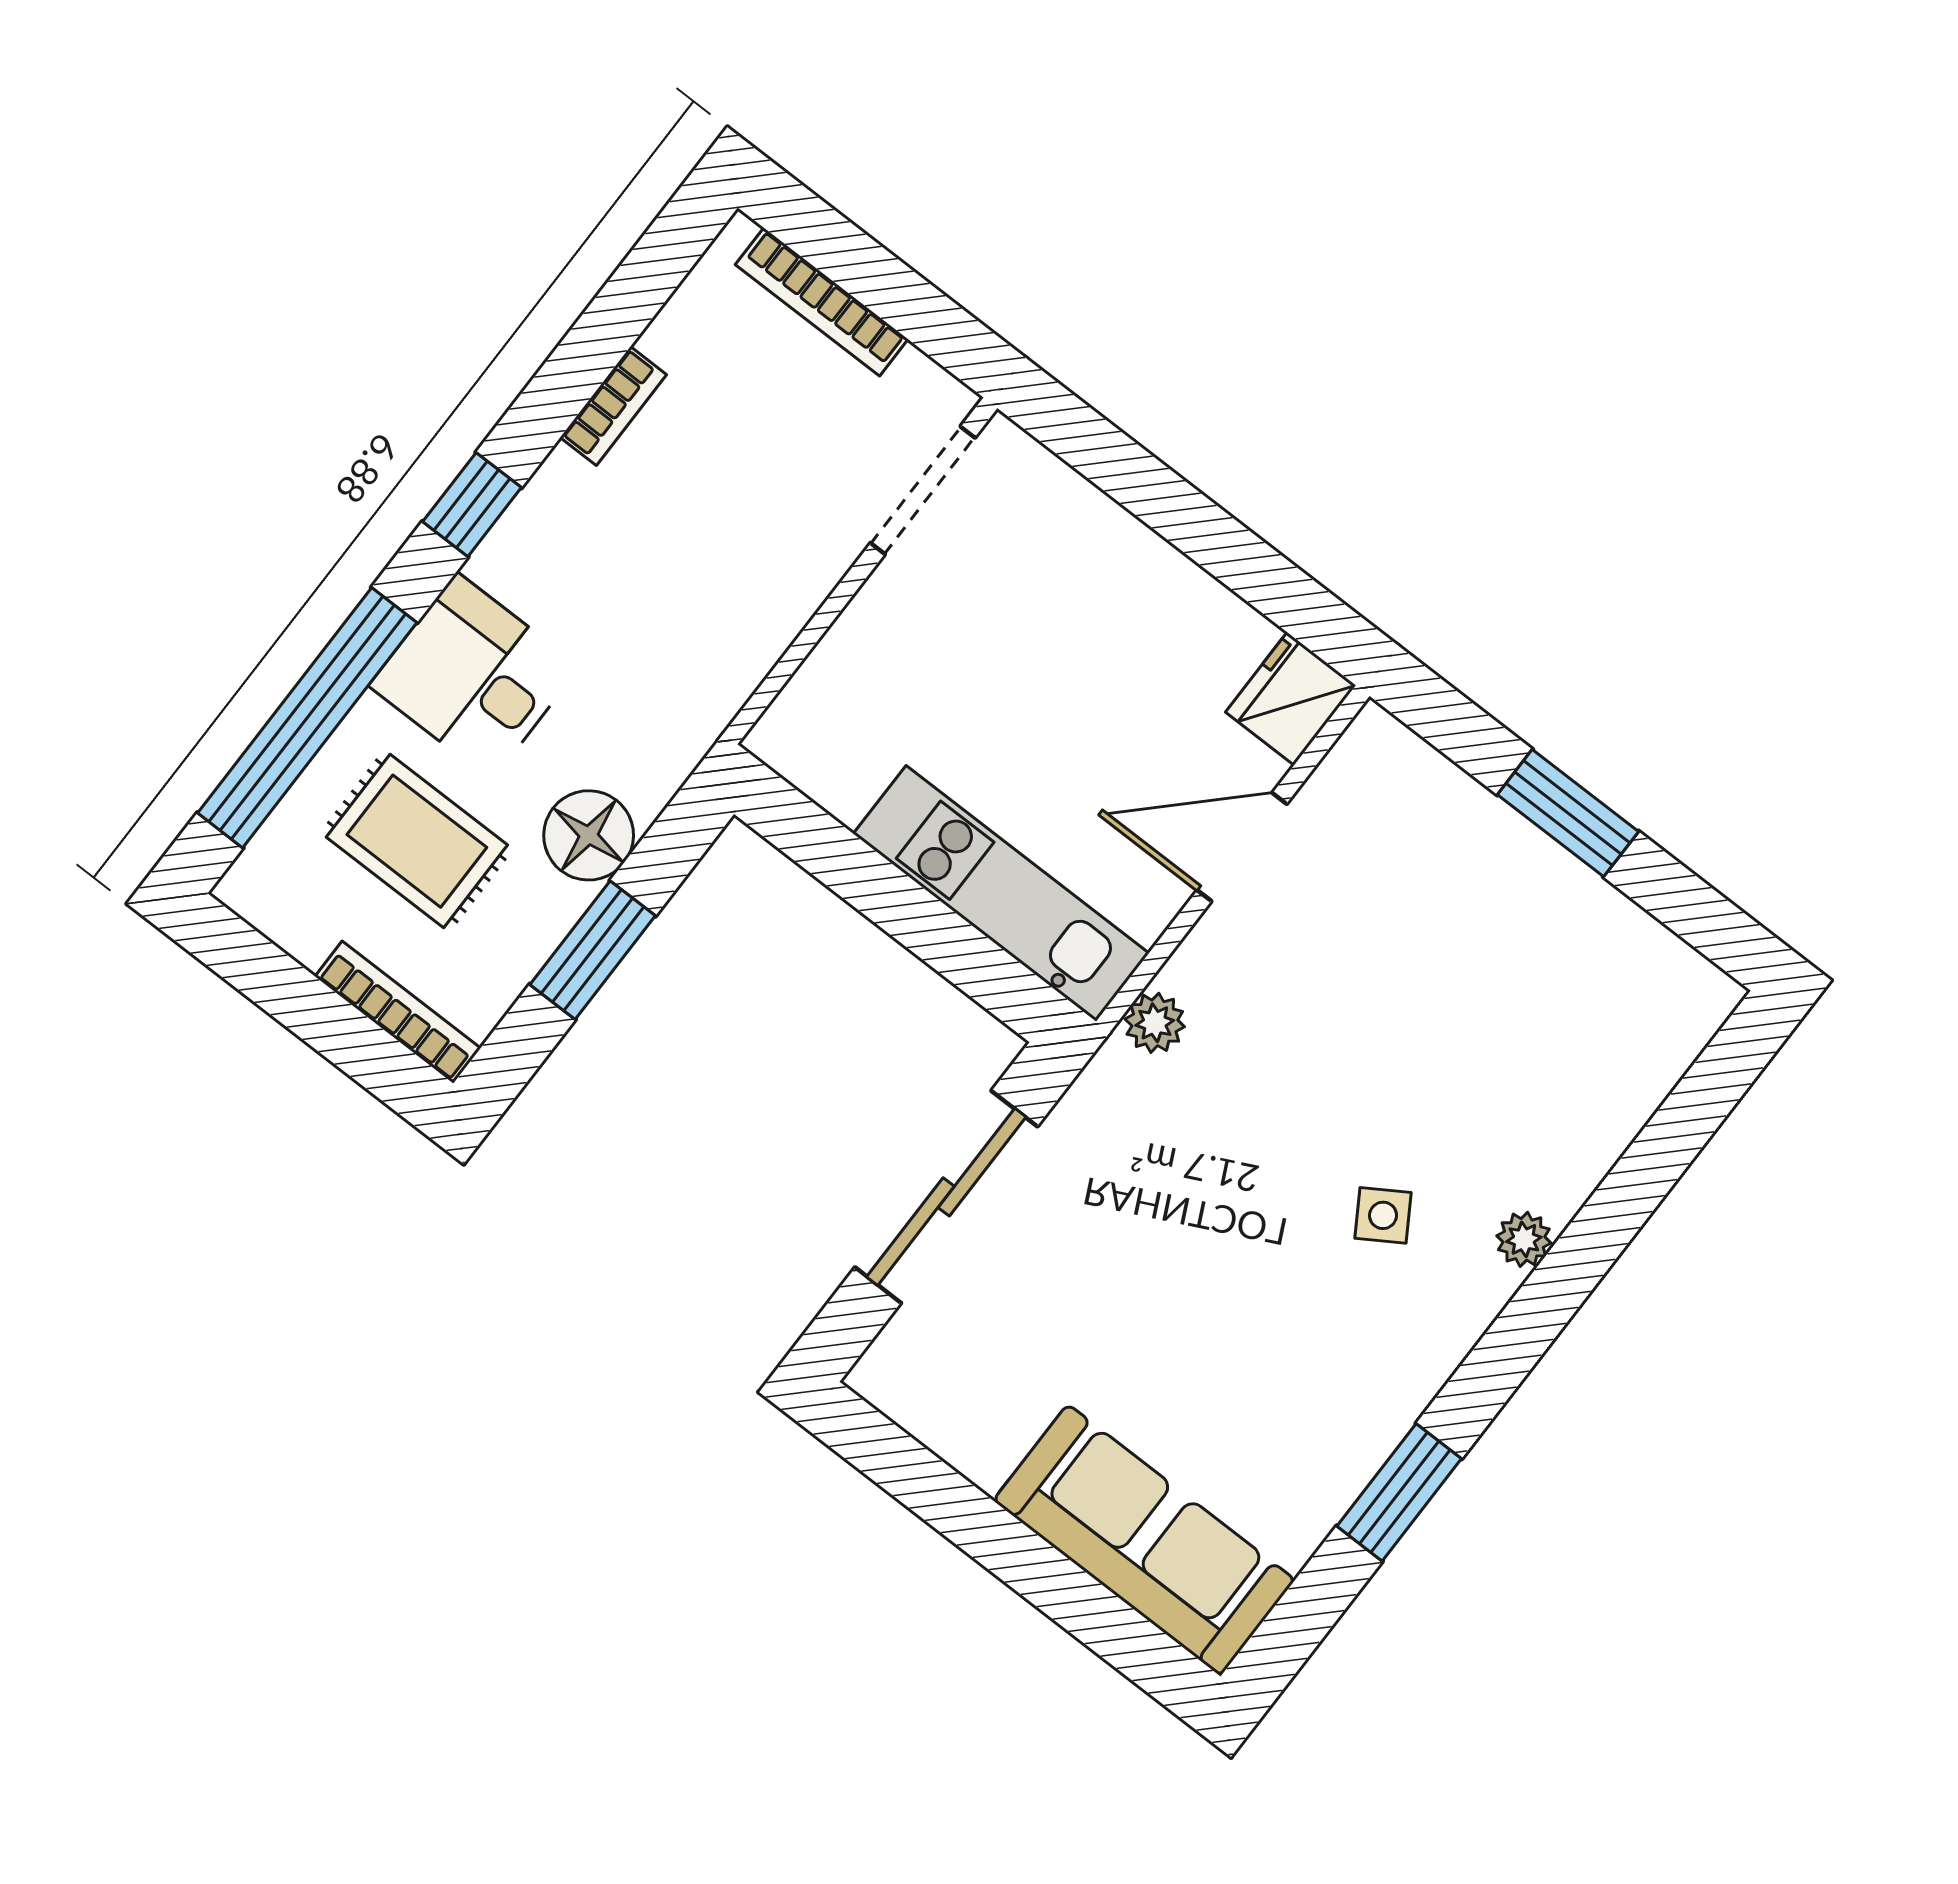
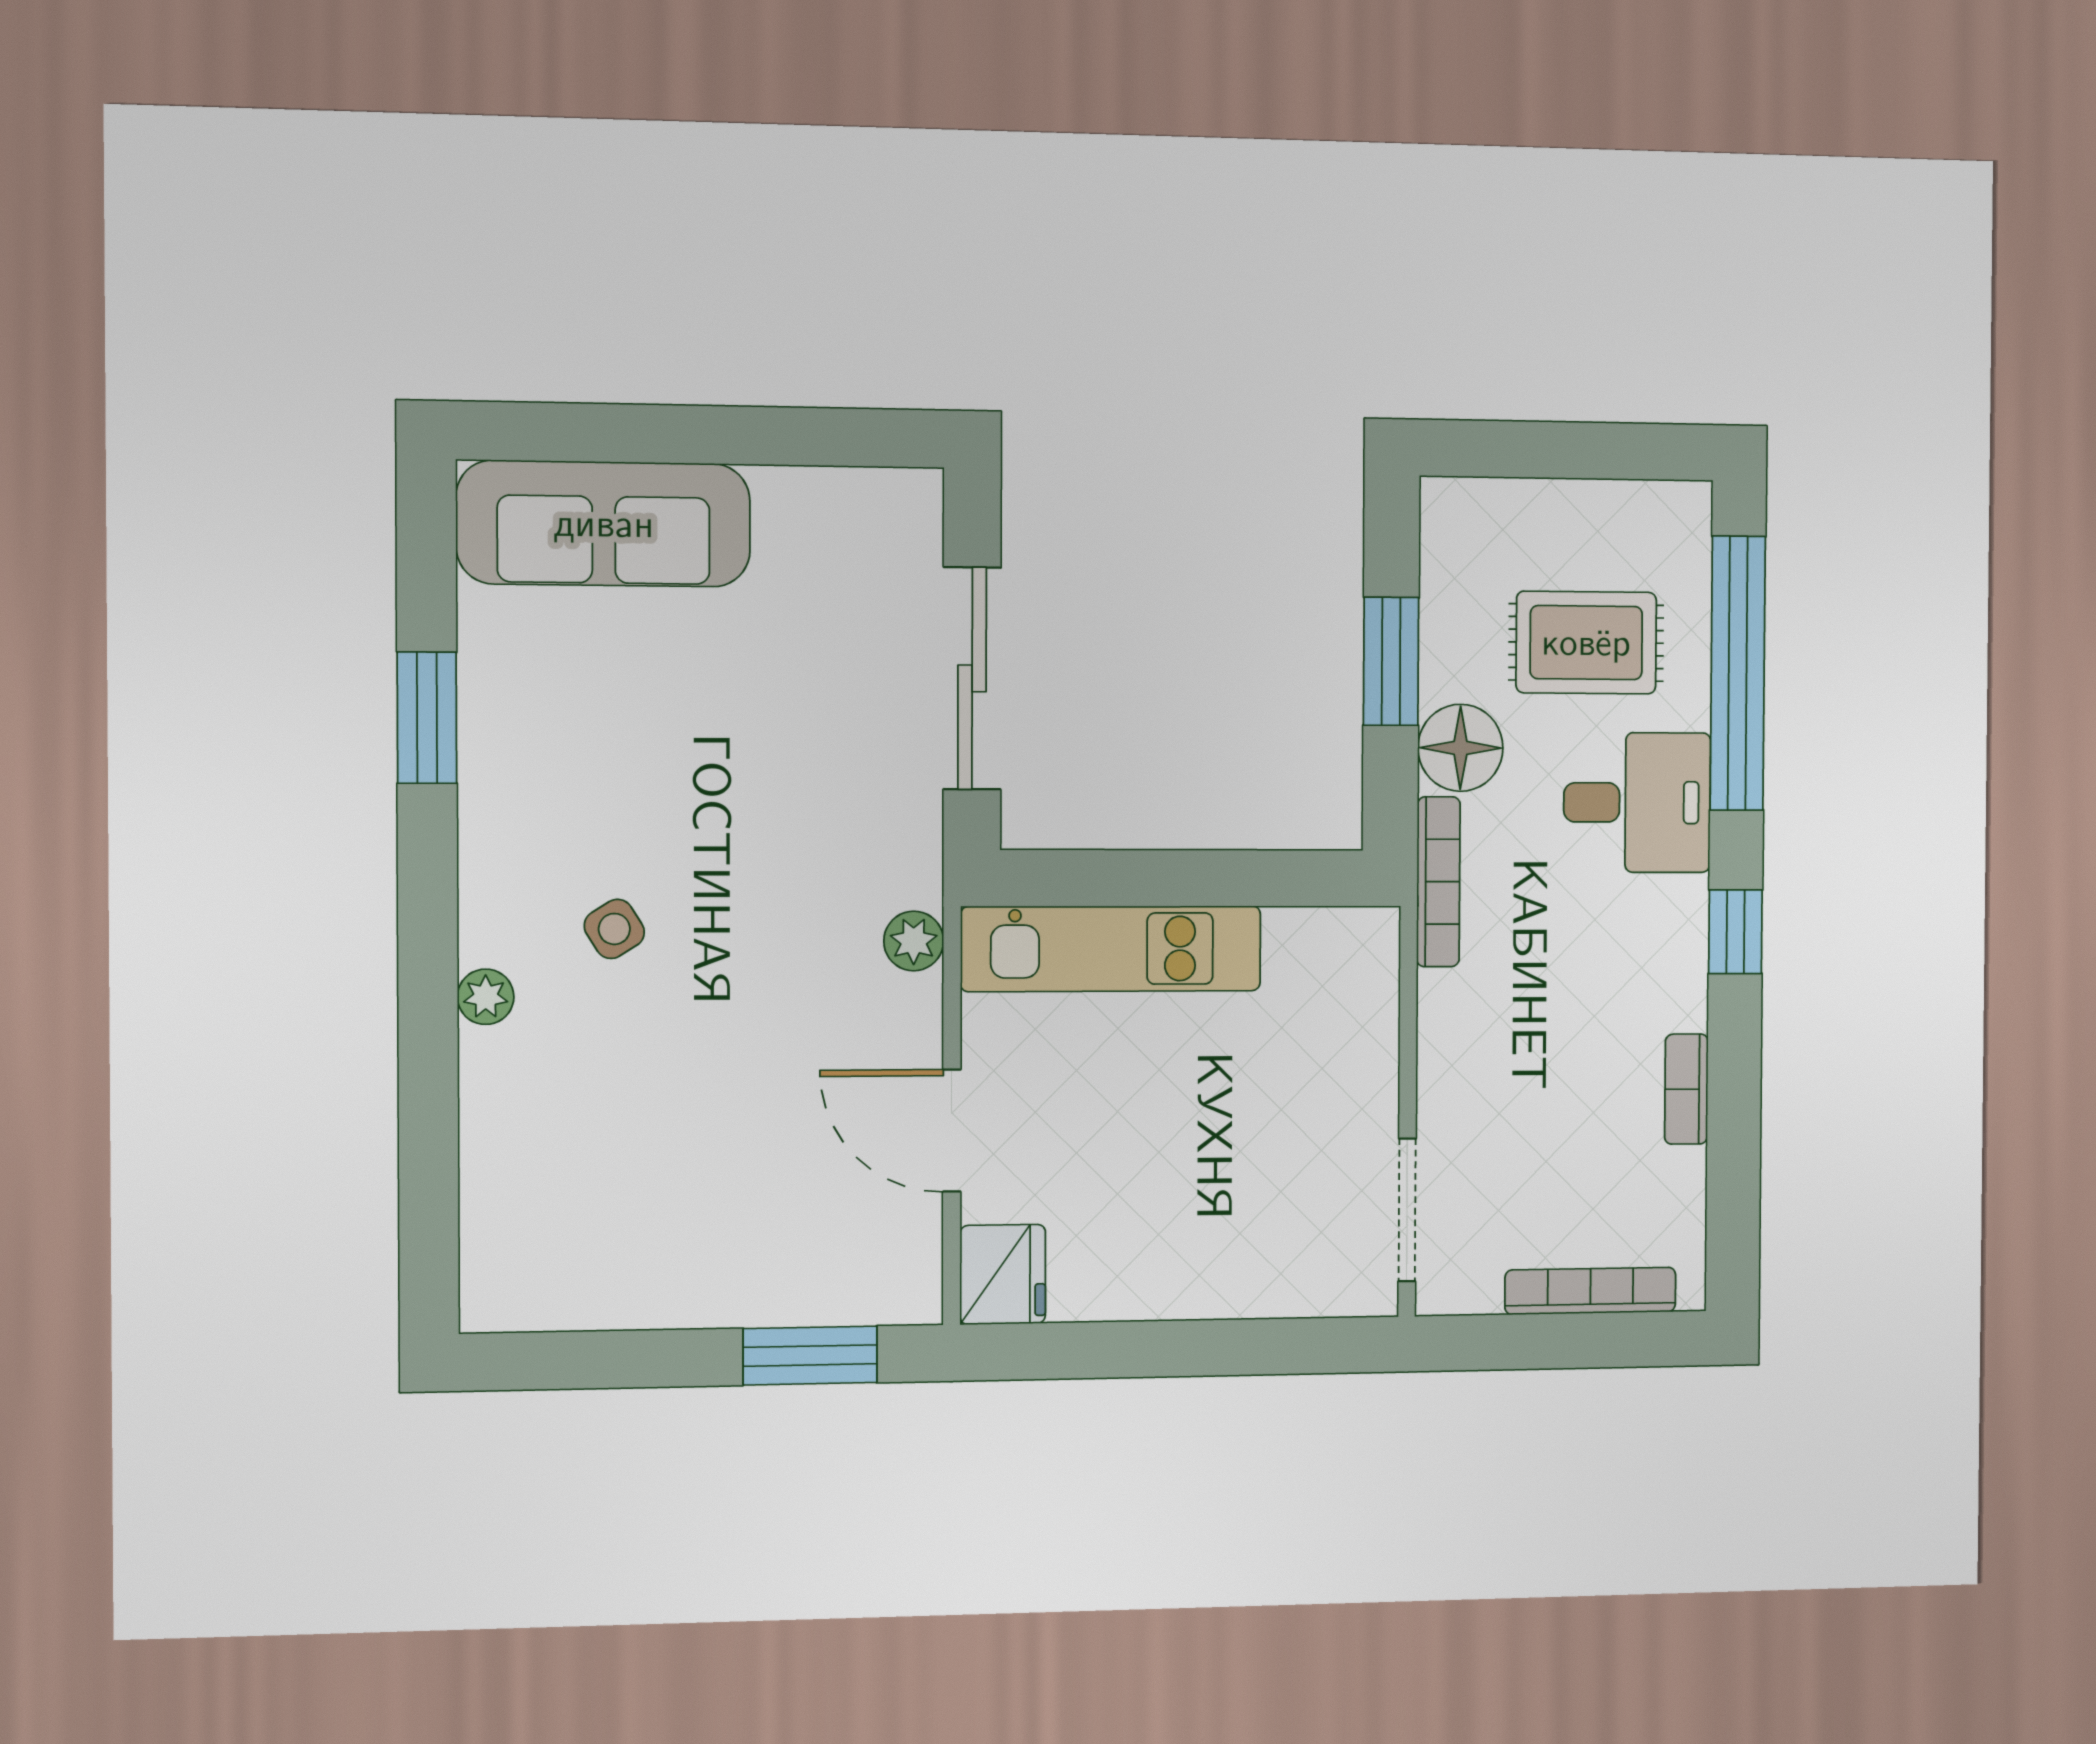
window: (1568, 813) -> (810, 1356), moved
door: (1242, 847) -> (952, 1131), swing flipped
bookcase: (398, 1012) -> (1438, 882), moved, turned -90

